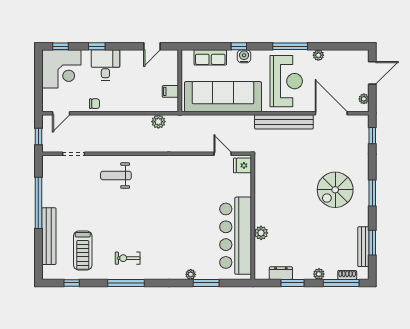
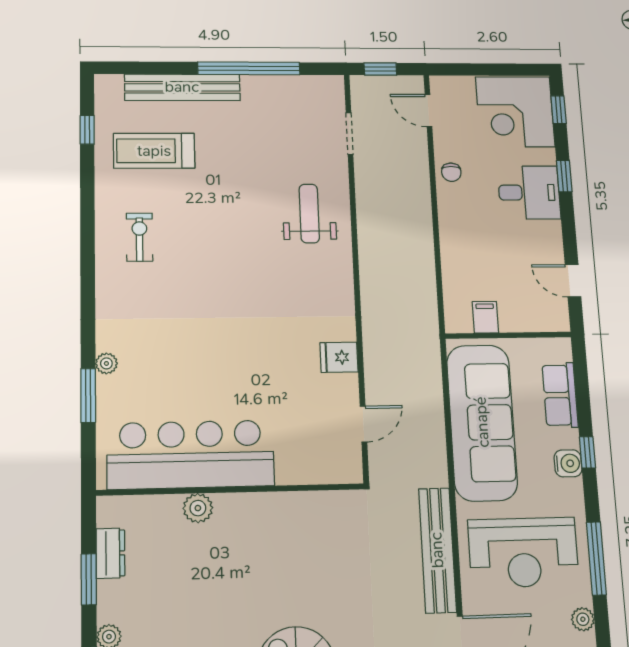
plant: (158, 122) -> (423, 295), removed
fridge: (242, 165) -> (339, 357), moved, turned -90
window: (126, 283) -> (88, 234), removed

